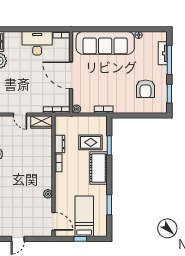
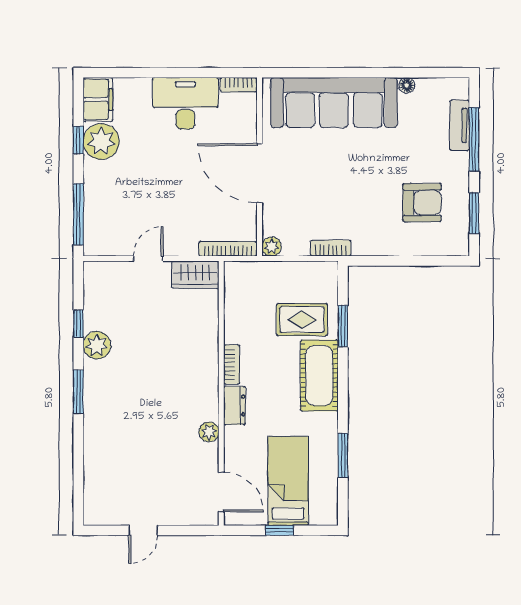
armchair: (146, 89) -> (422, 203), turned -90
door: (20, 114) -> (148, 259), swing flipped
dresser: (60, 144) -> (235, 405), moved

